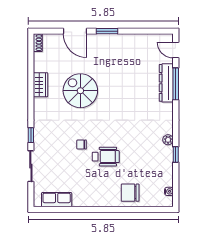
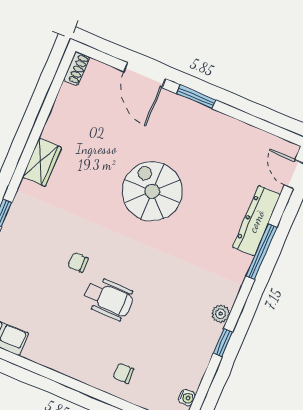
window: (176, 84) -> (261, 252), moved
wardrobe: (40, 85) -> (42, 162), moved
spiral stairs: (80, 91) -> (152, 191), moved
chair: (130, 193) -> (123, 373), width x0.54, depth x0.54

